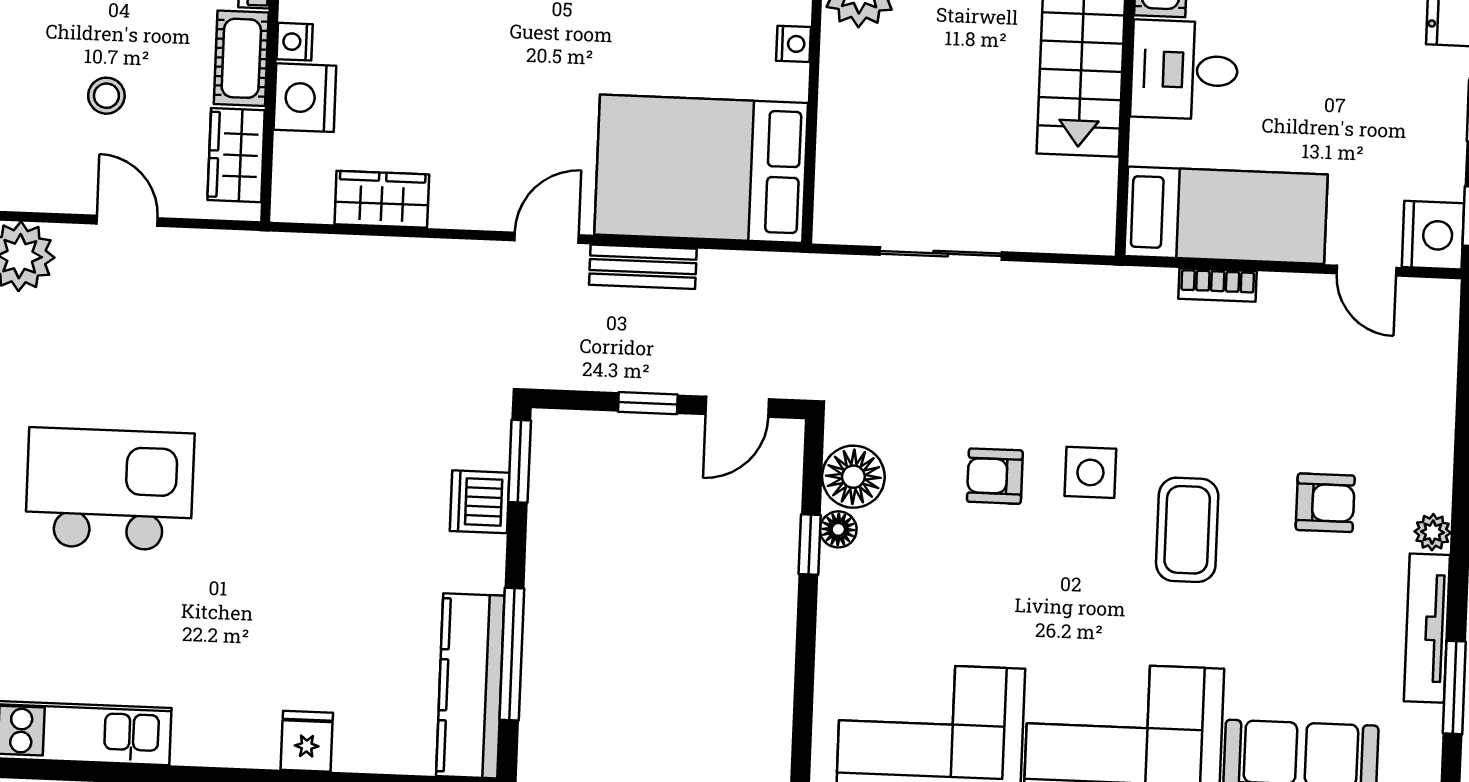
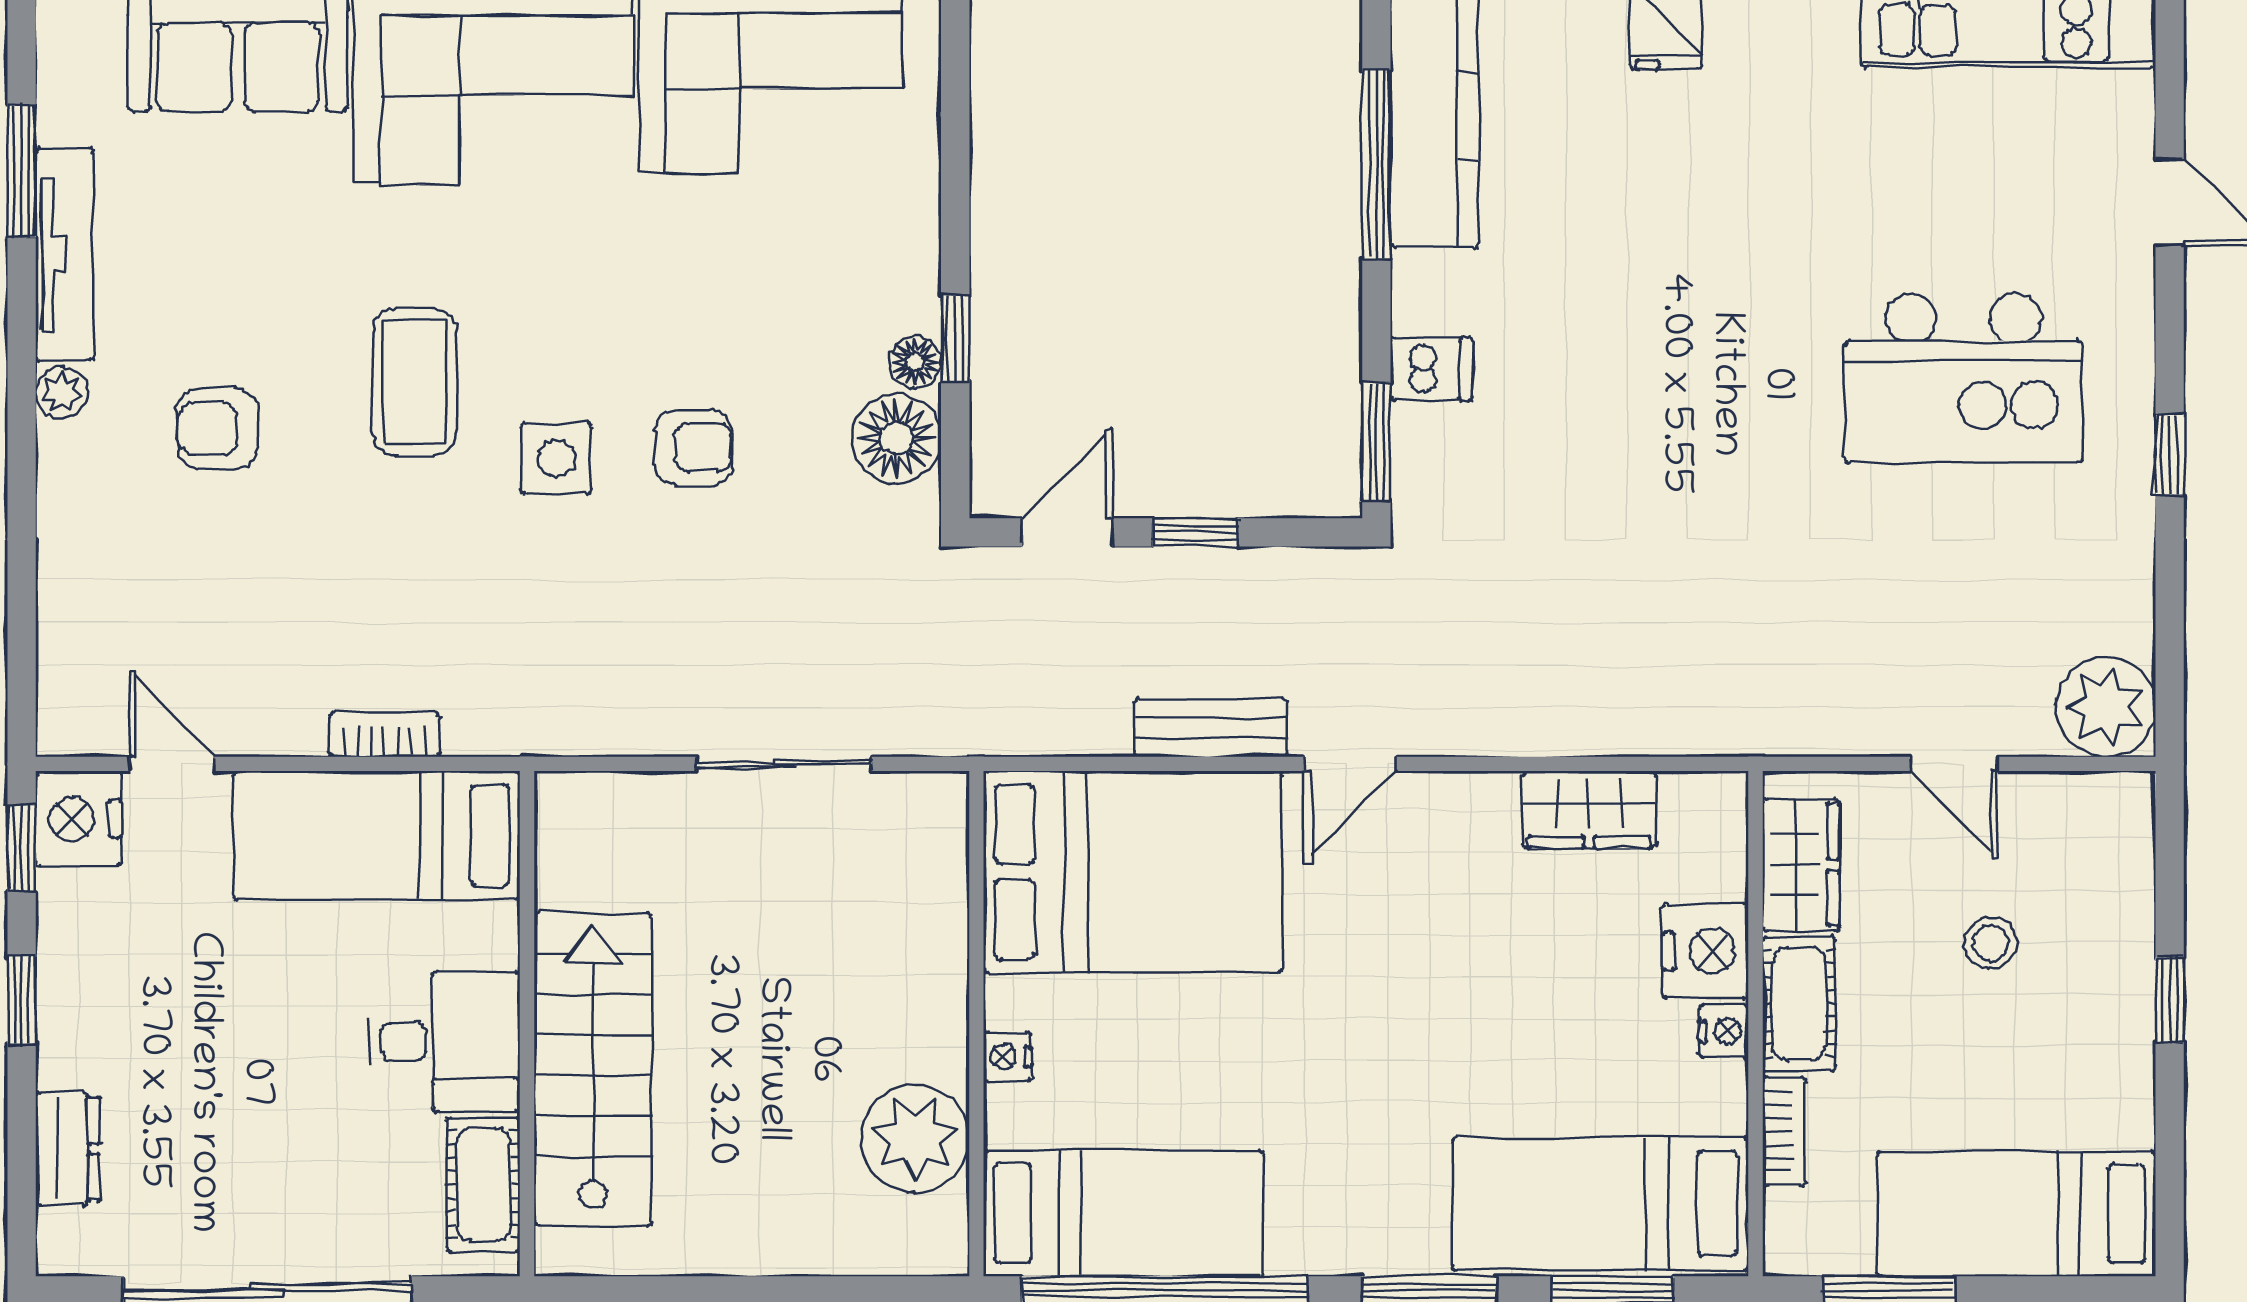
dishwasher: (480, 502) -> (1431, 369), width x0.73

